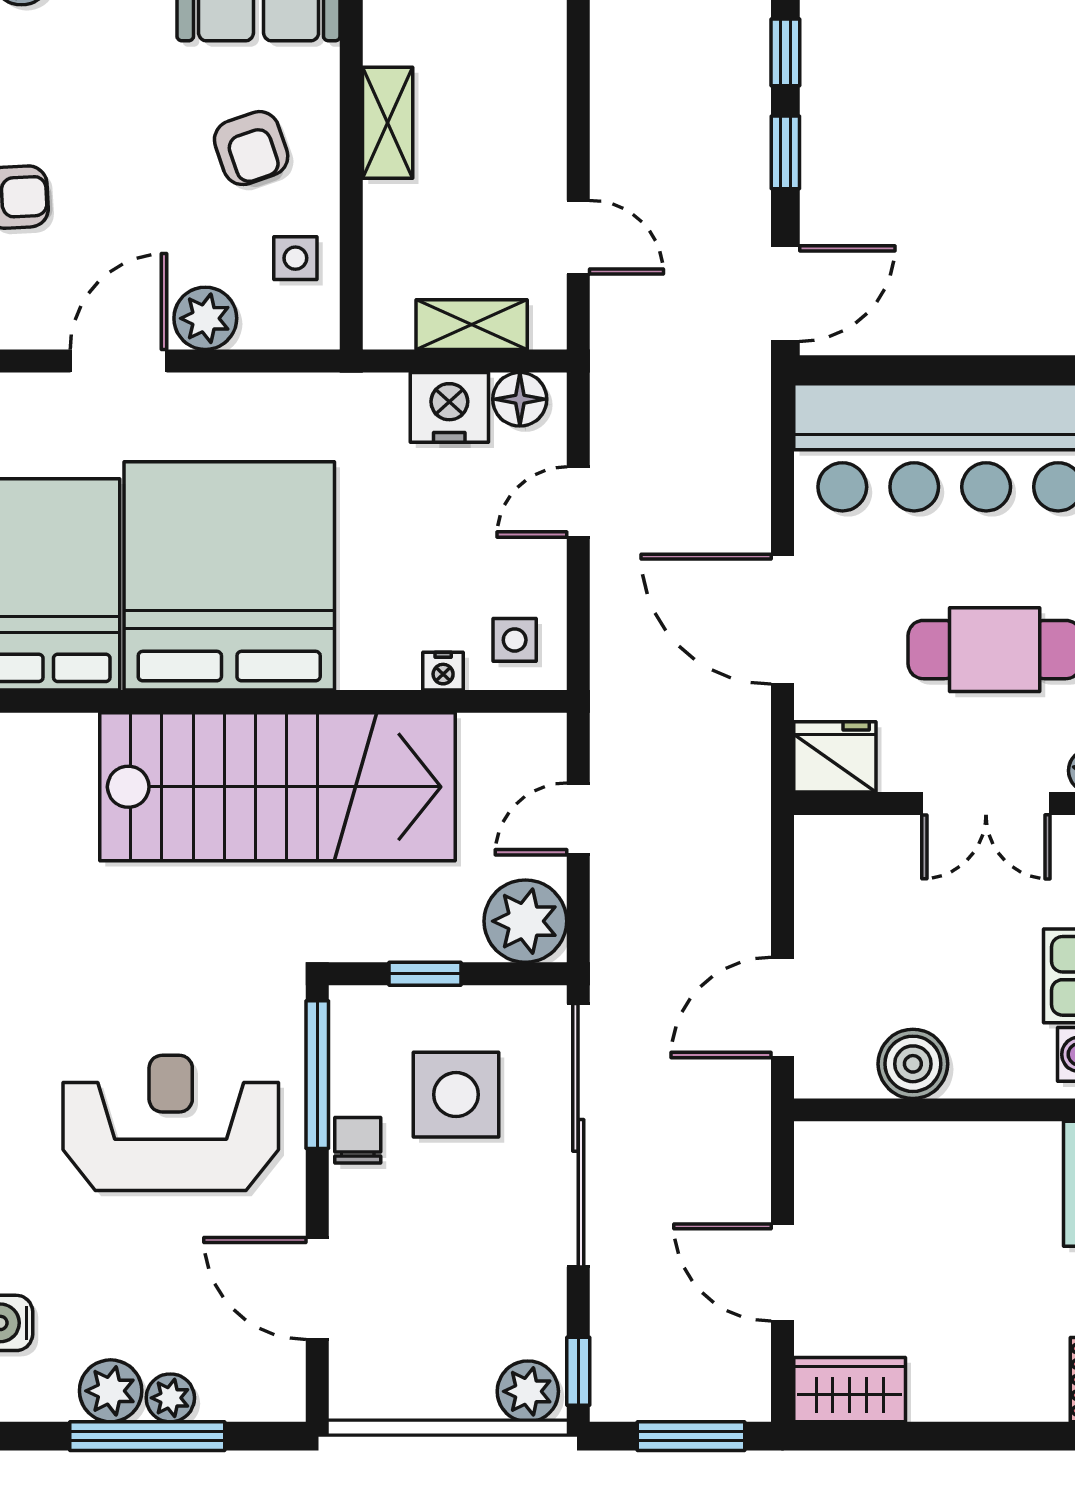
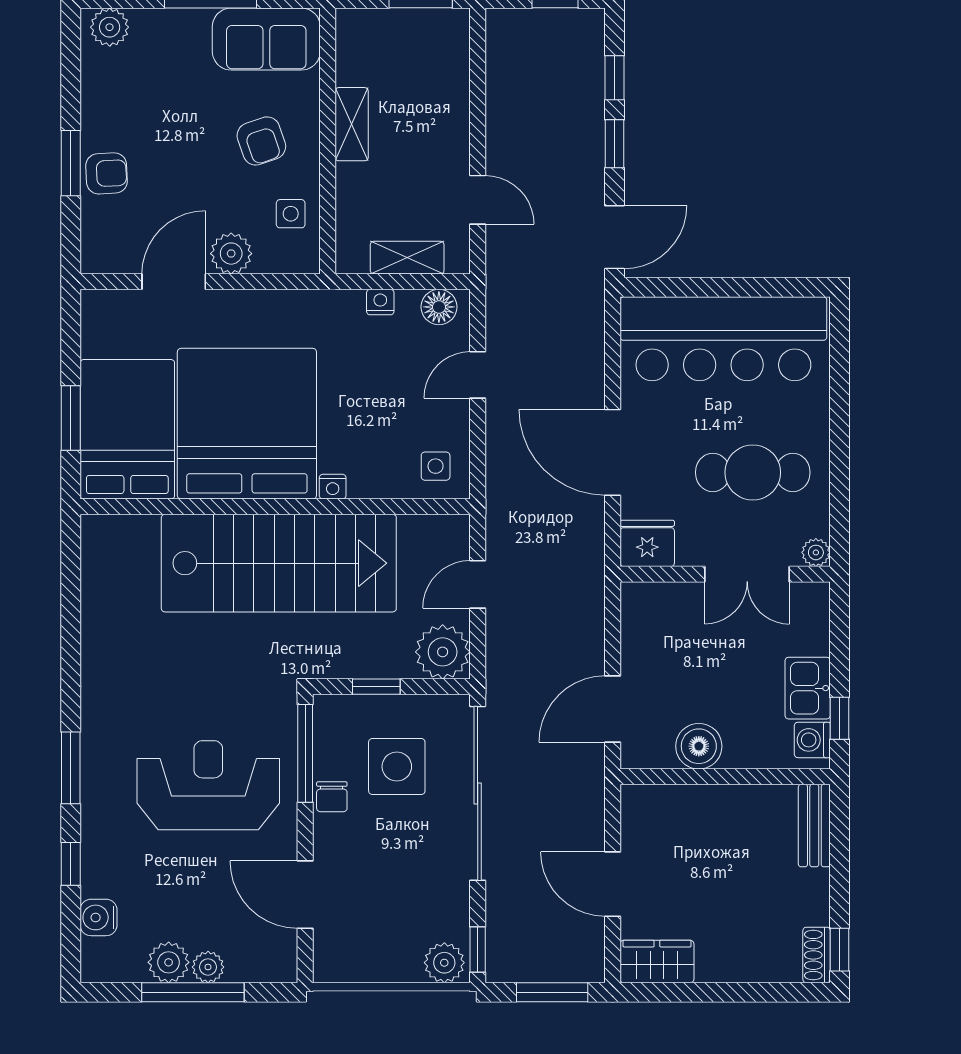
nightstand: (449, 407) -> (380, 302), width x0.53, depth x0.56
nightstand: (443, 671) -> (333, 487), moved
chair: (358, 1140) -> (332, 797), turned 180

